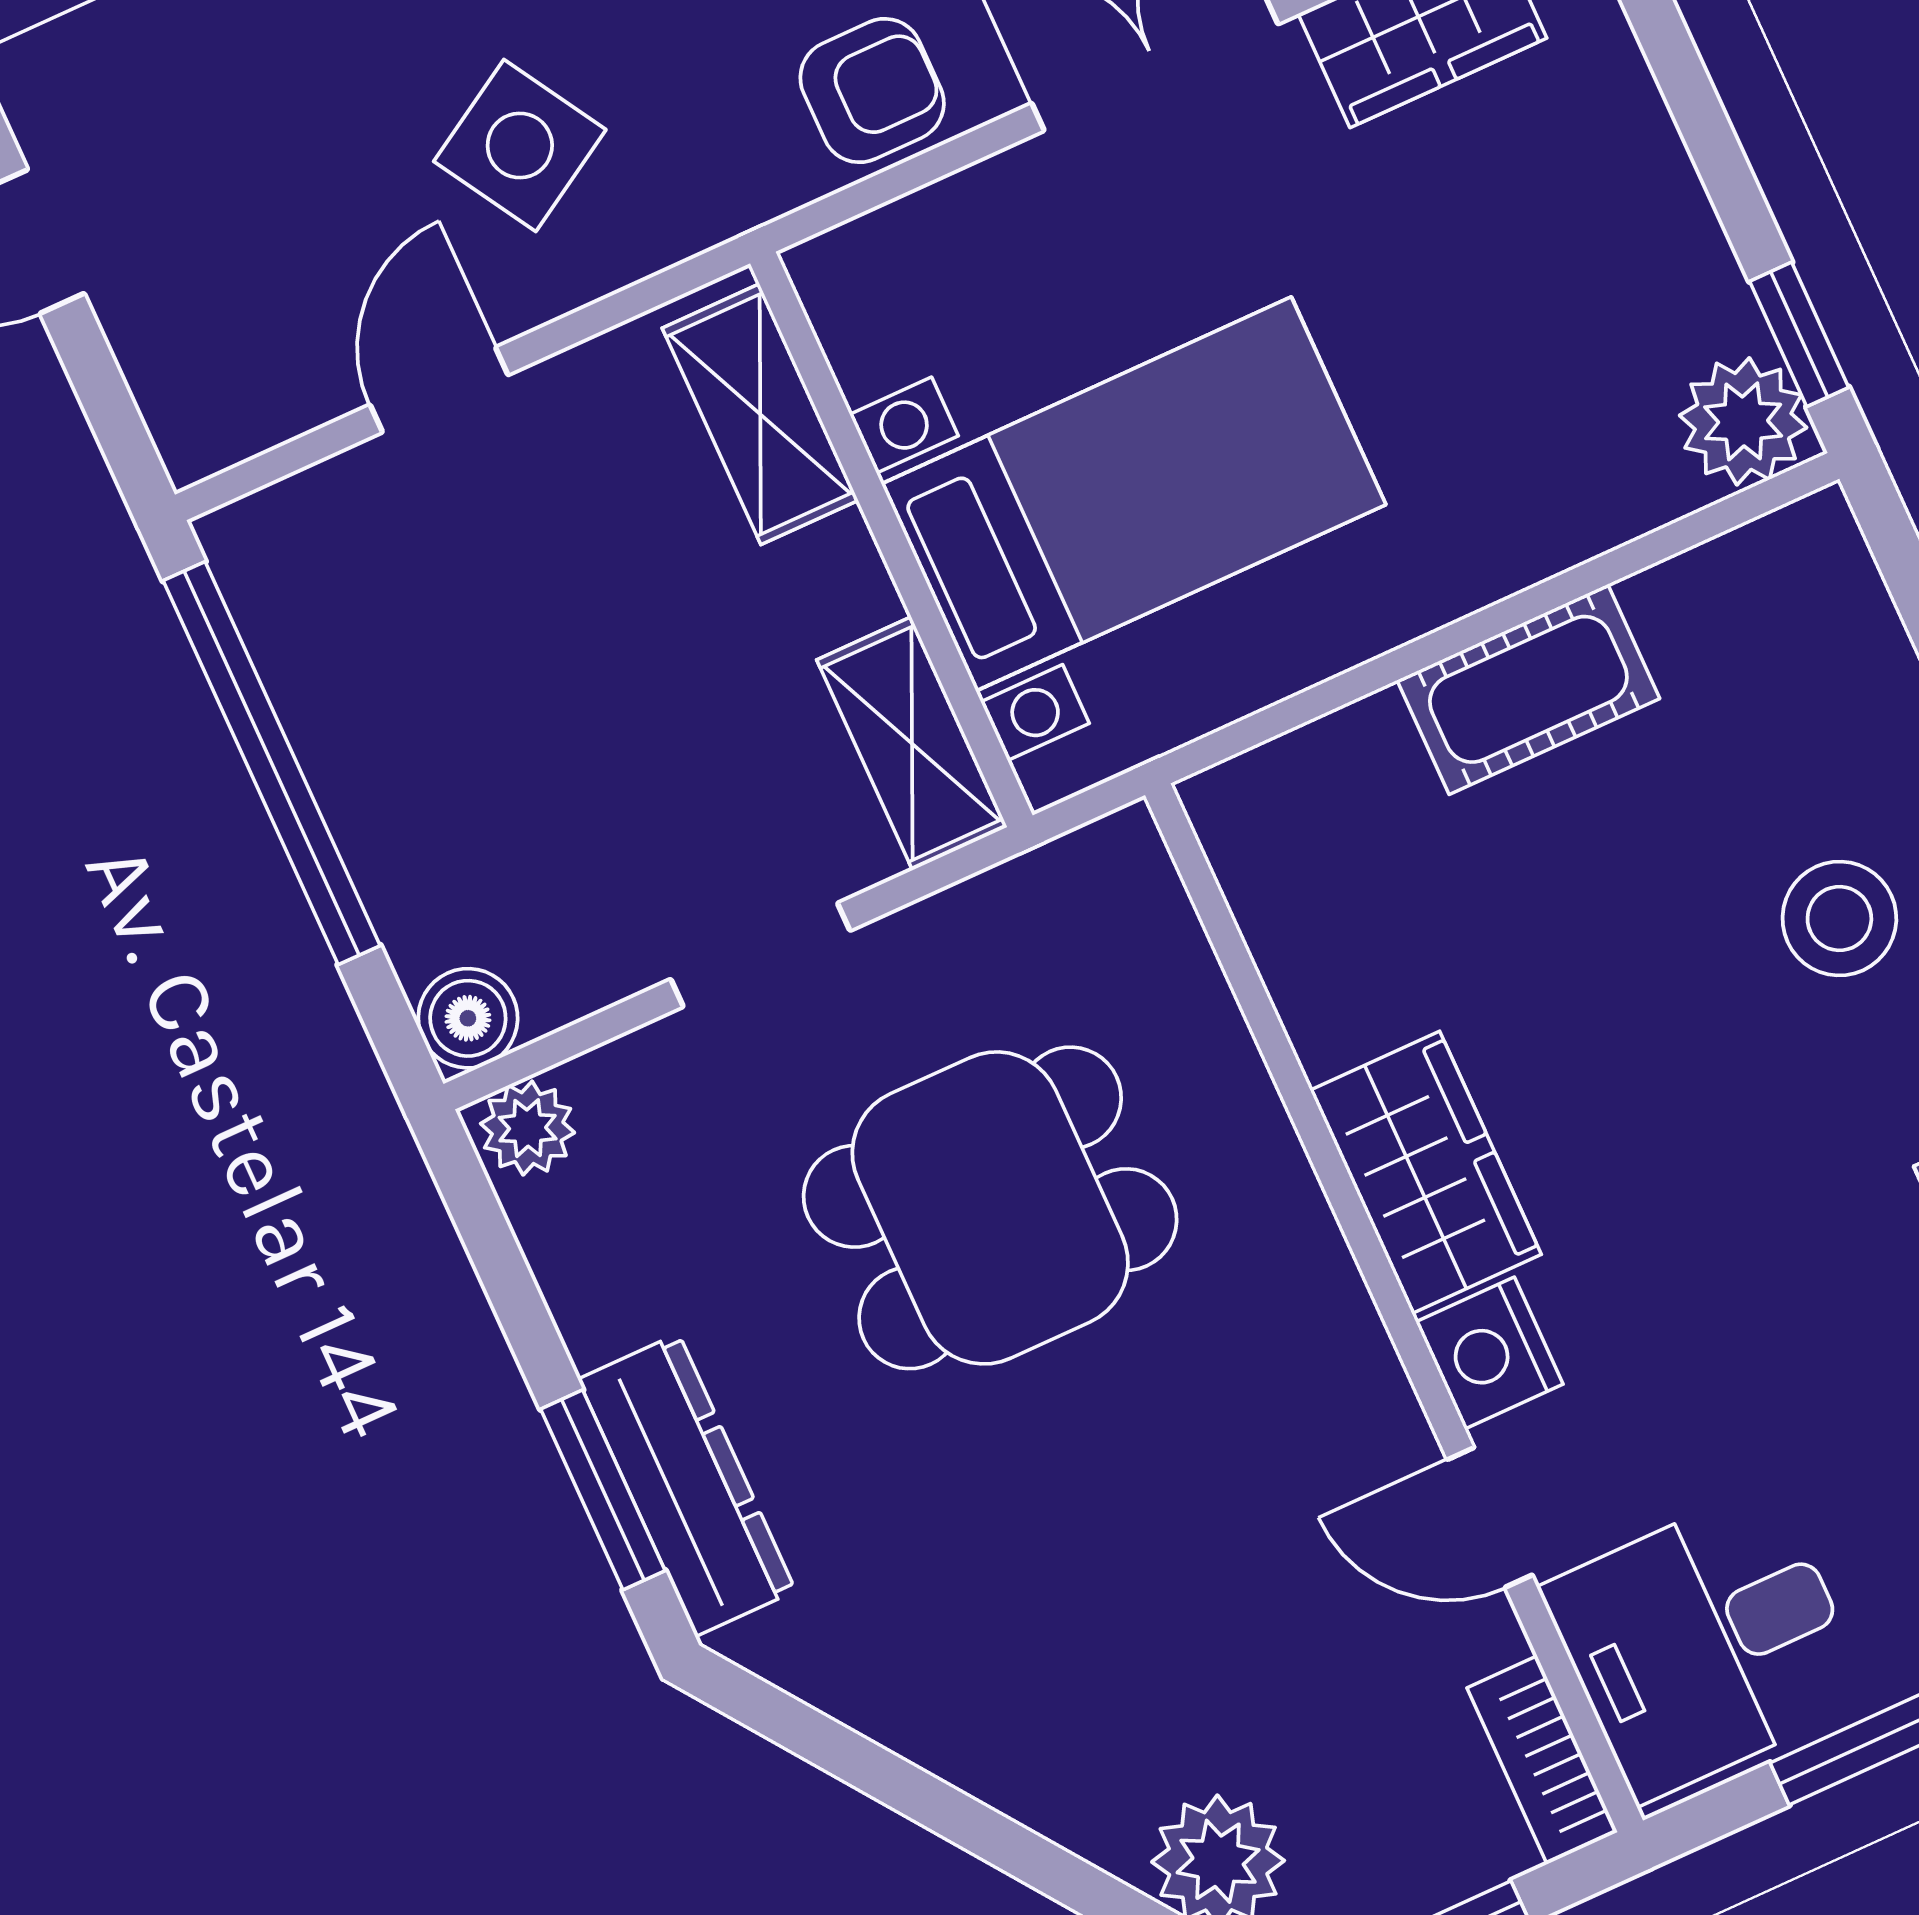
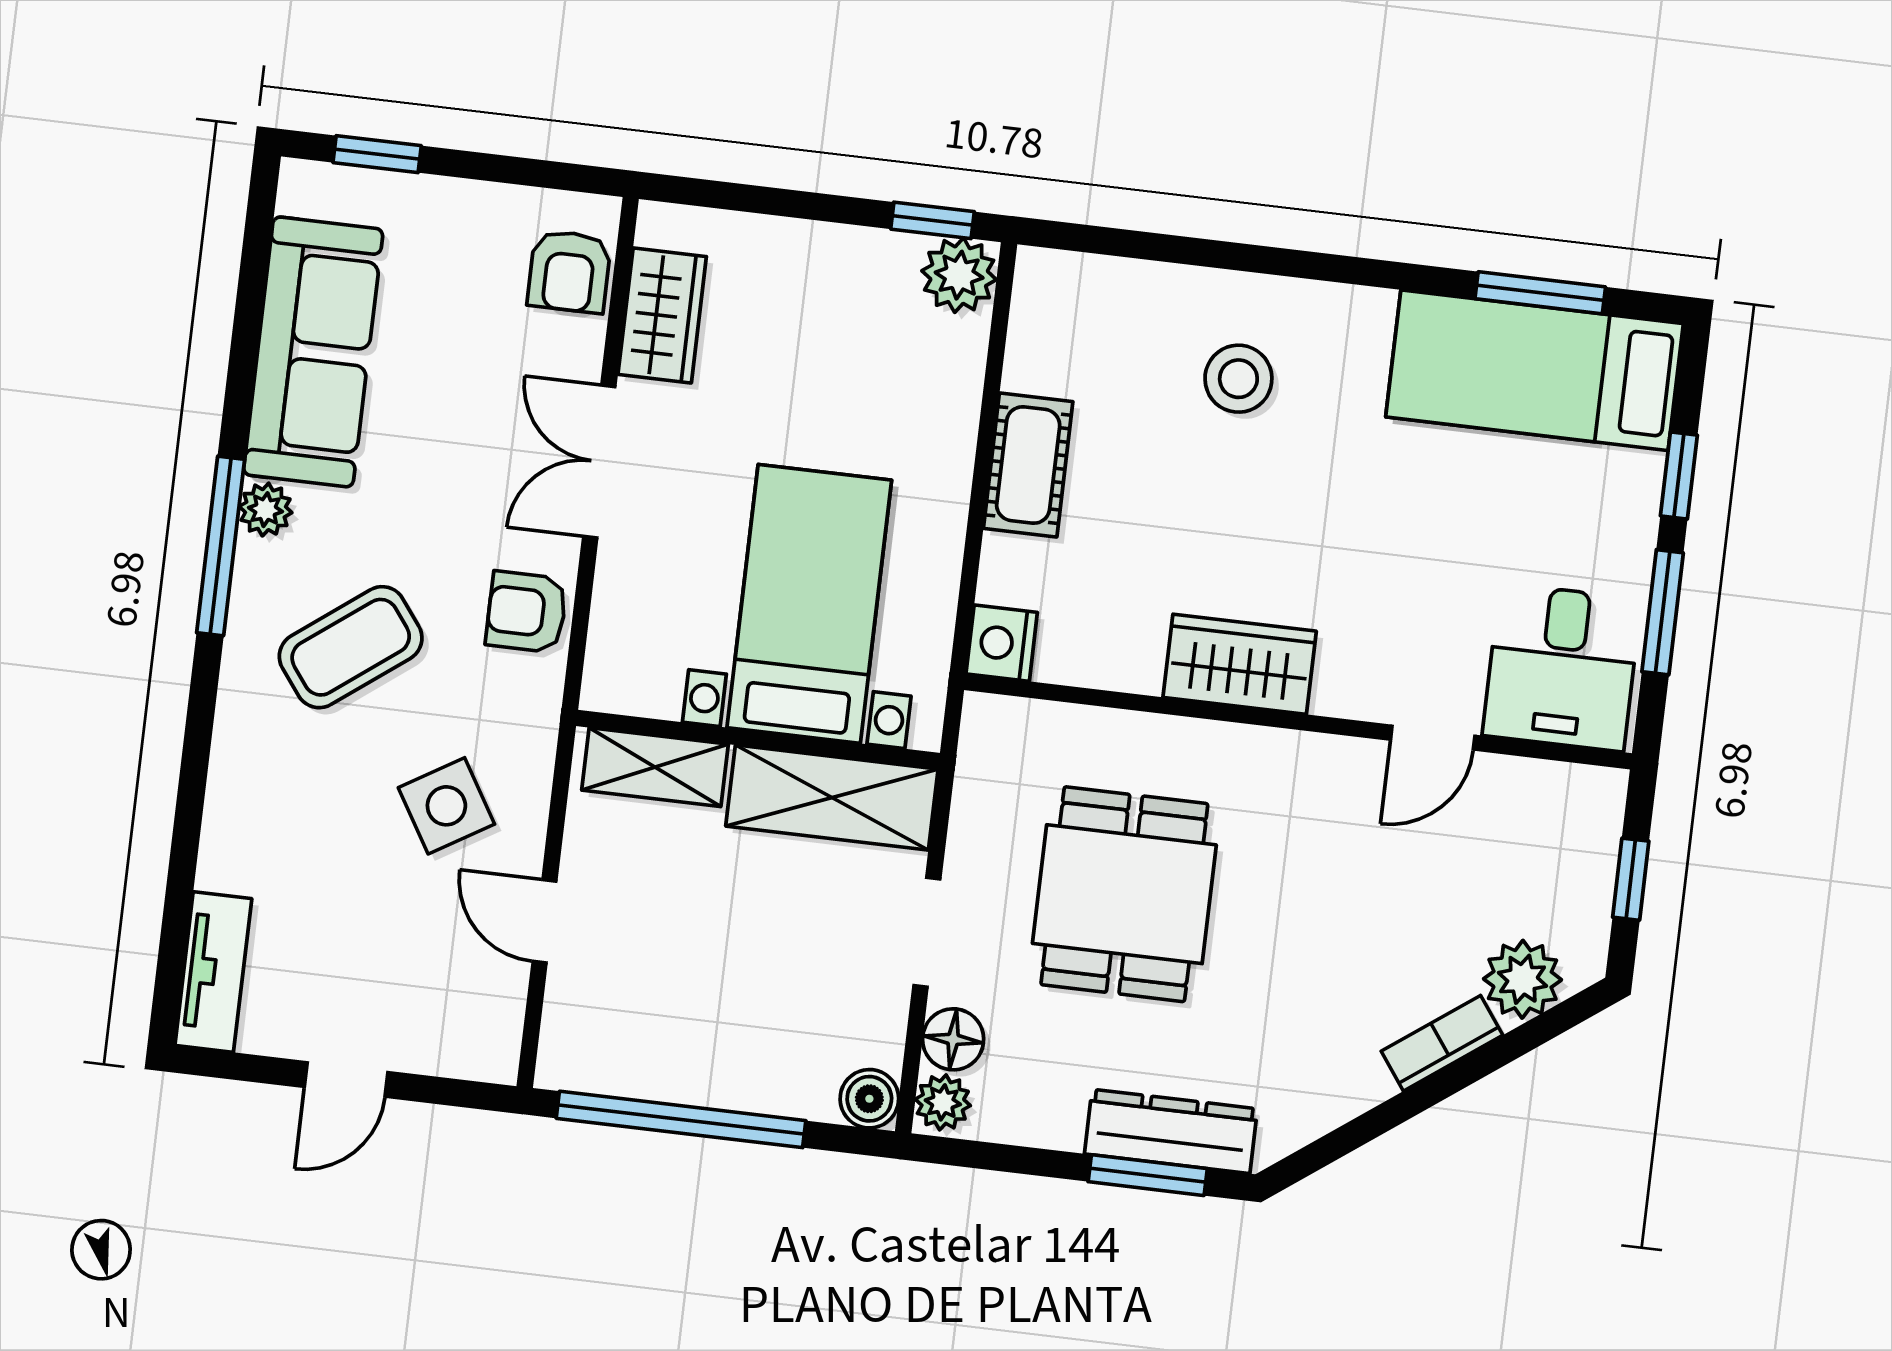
armchair: (872, 91) -> (526, 612), turned -90
shelving: (912, 743) -> (832, 798), width x1.50, depth x1.33
floor lamp: (628, 1087) -> (953, 1039), added
nightstand: (1489, 1353) -> (1002, 643), moved, turned 90
bookcase: (1542, 1760) -> (1442, 1043), moved, turned 144

